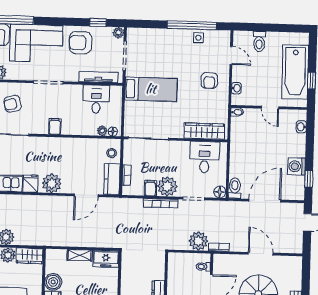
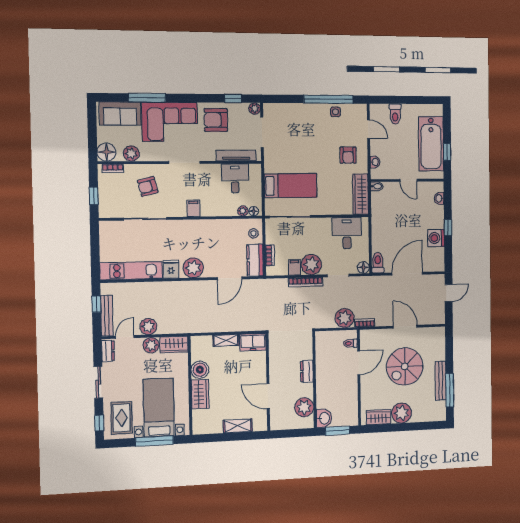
bed: (151, 89) -> (291, 186), moved
wardrobe: (204, 131) -> (361, 194), moved, turned -90
window: (309, 179) -> (448, 228), moved

